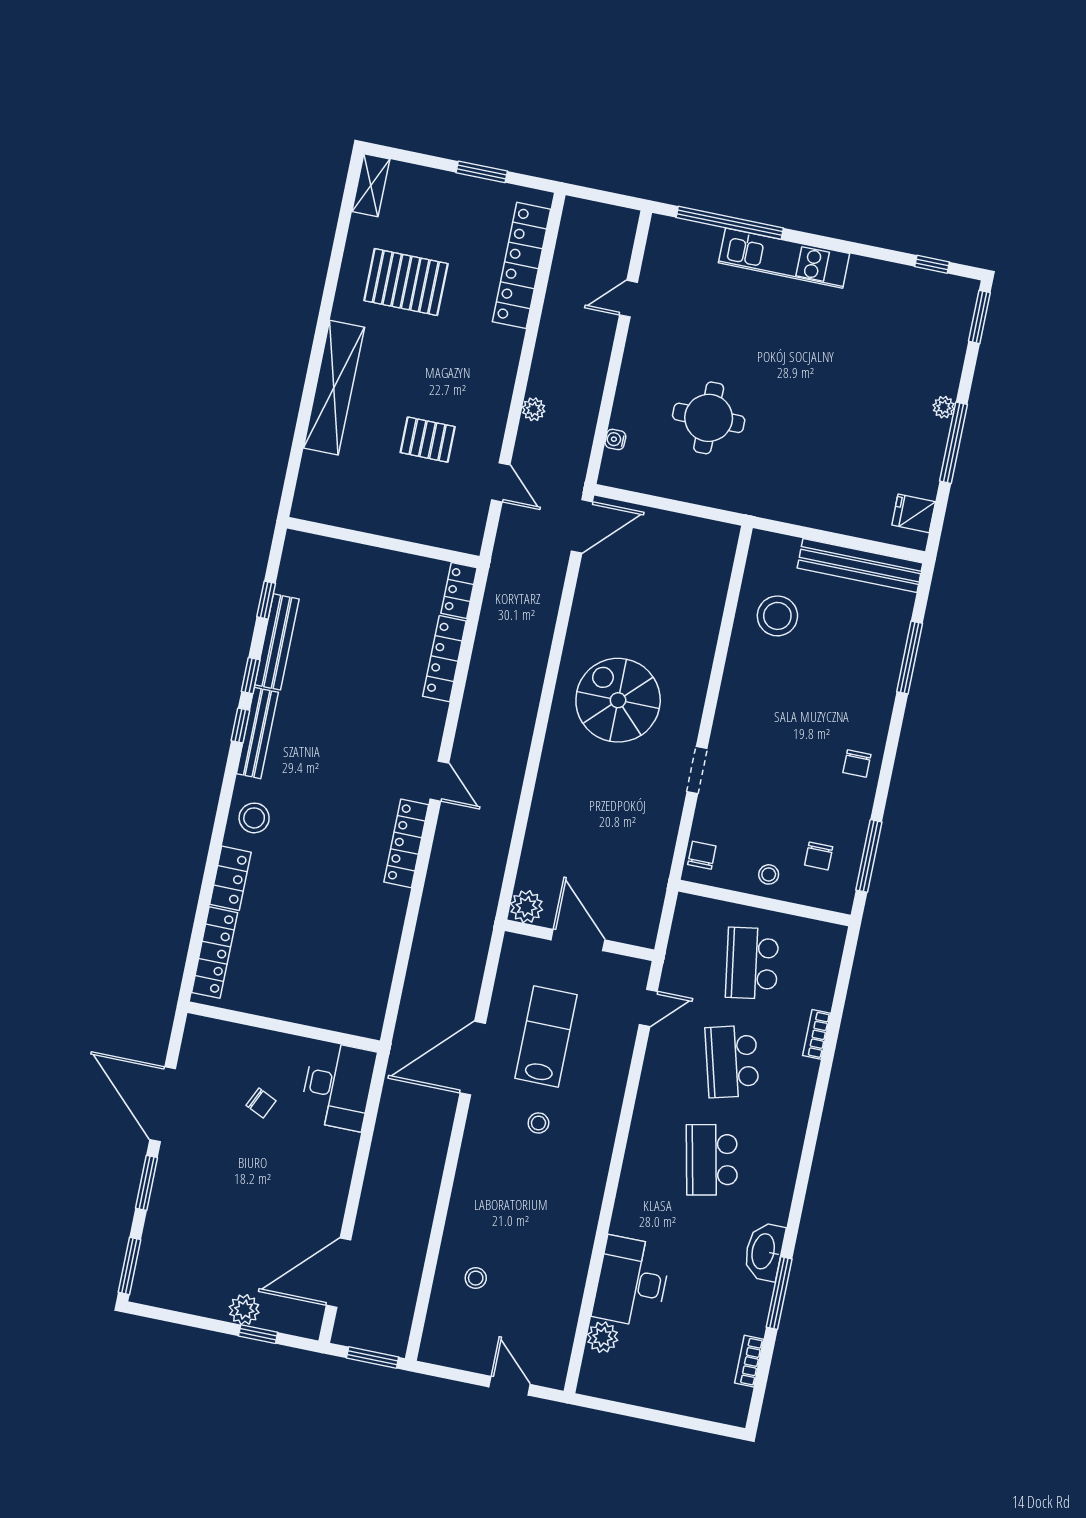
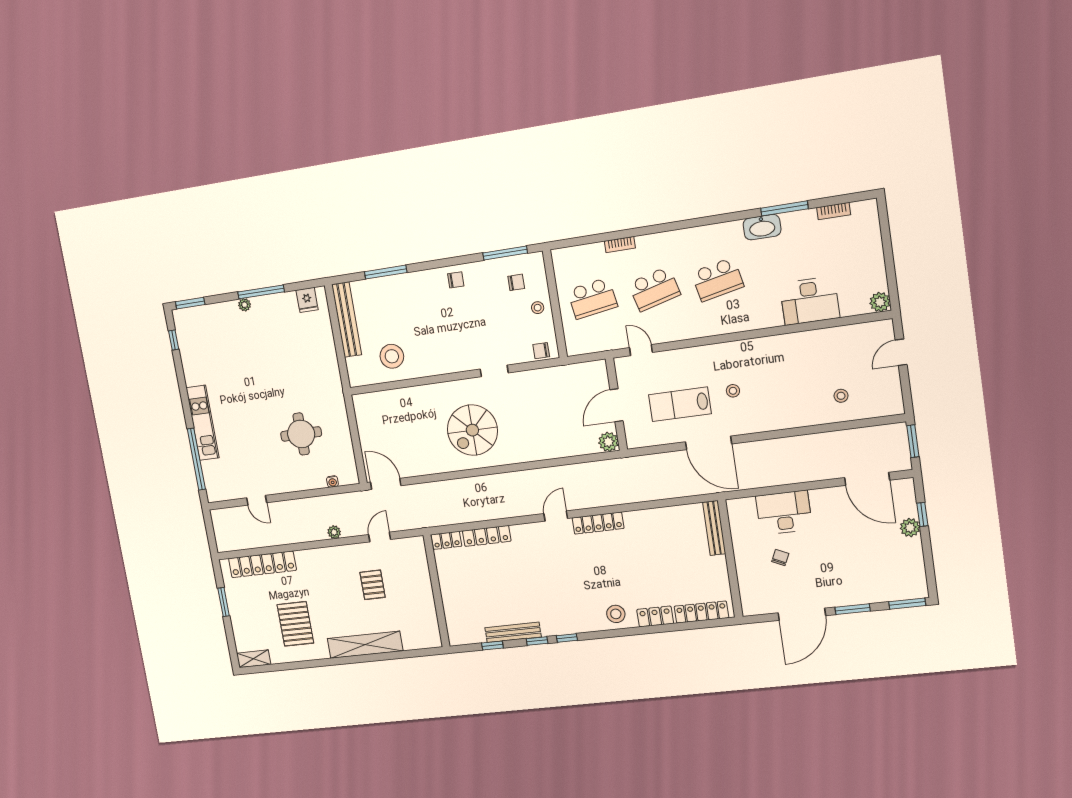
bench: (257, 733) -> (714, 528), moved, turned 90
desk: (338, 1086) -> (784, 513), moved
plant: (603, 1337) -> (880, 302), moved

